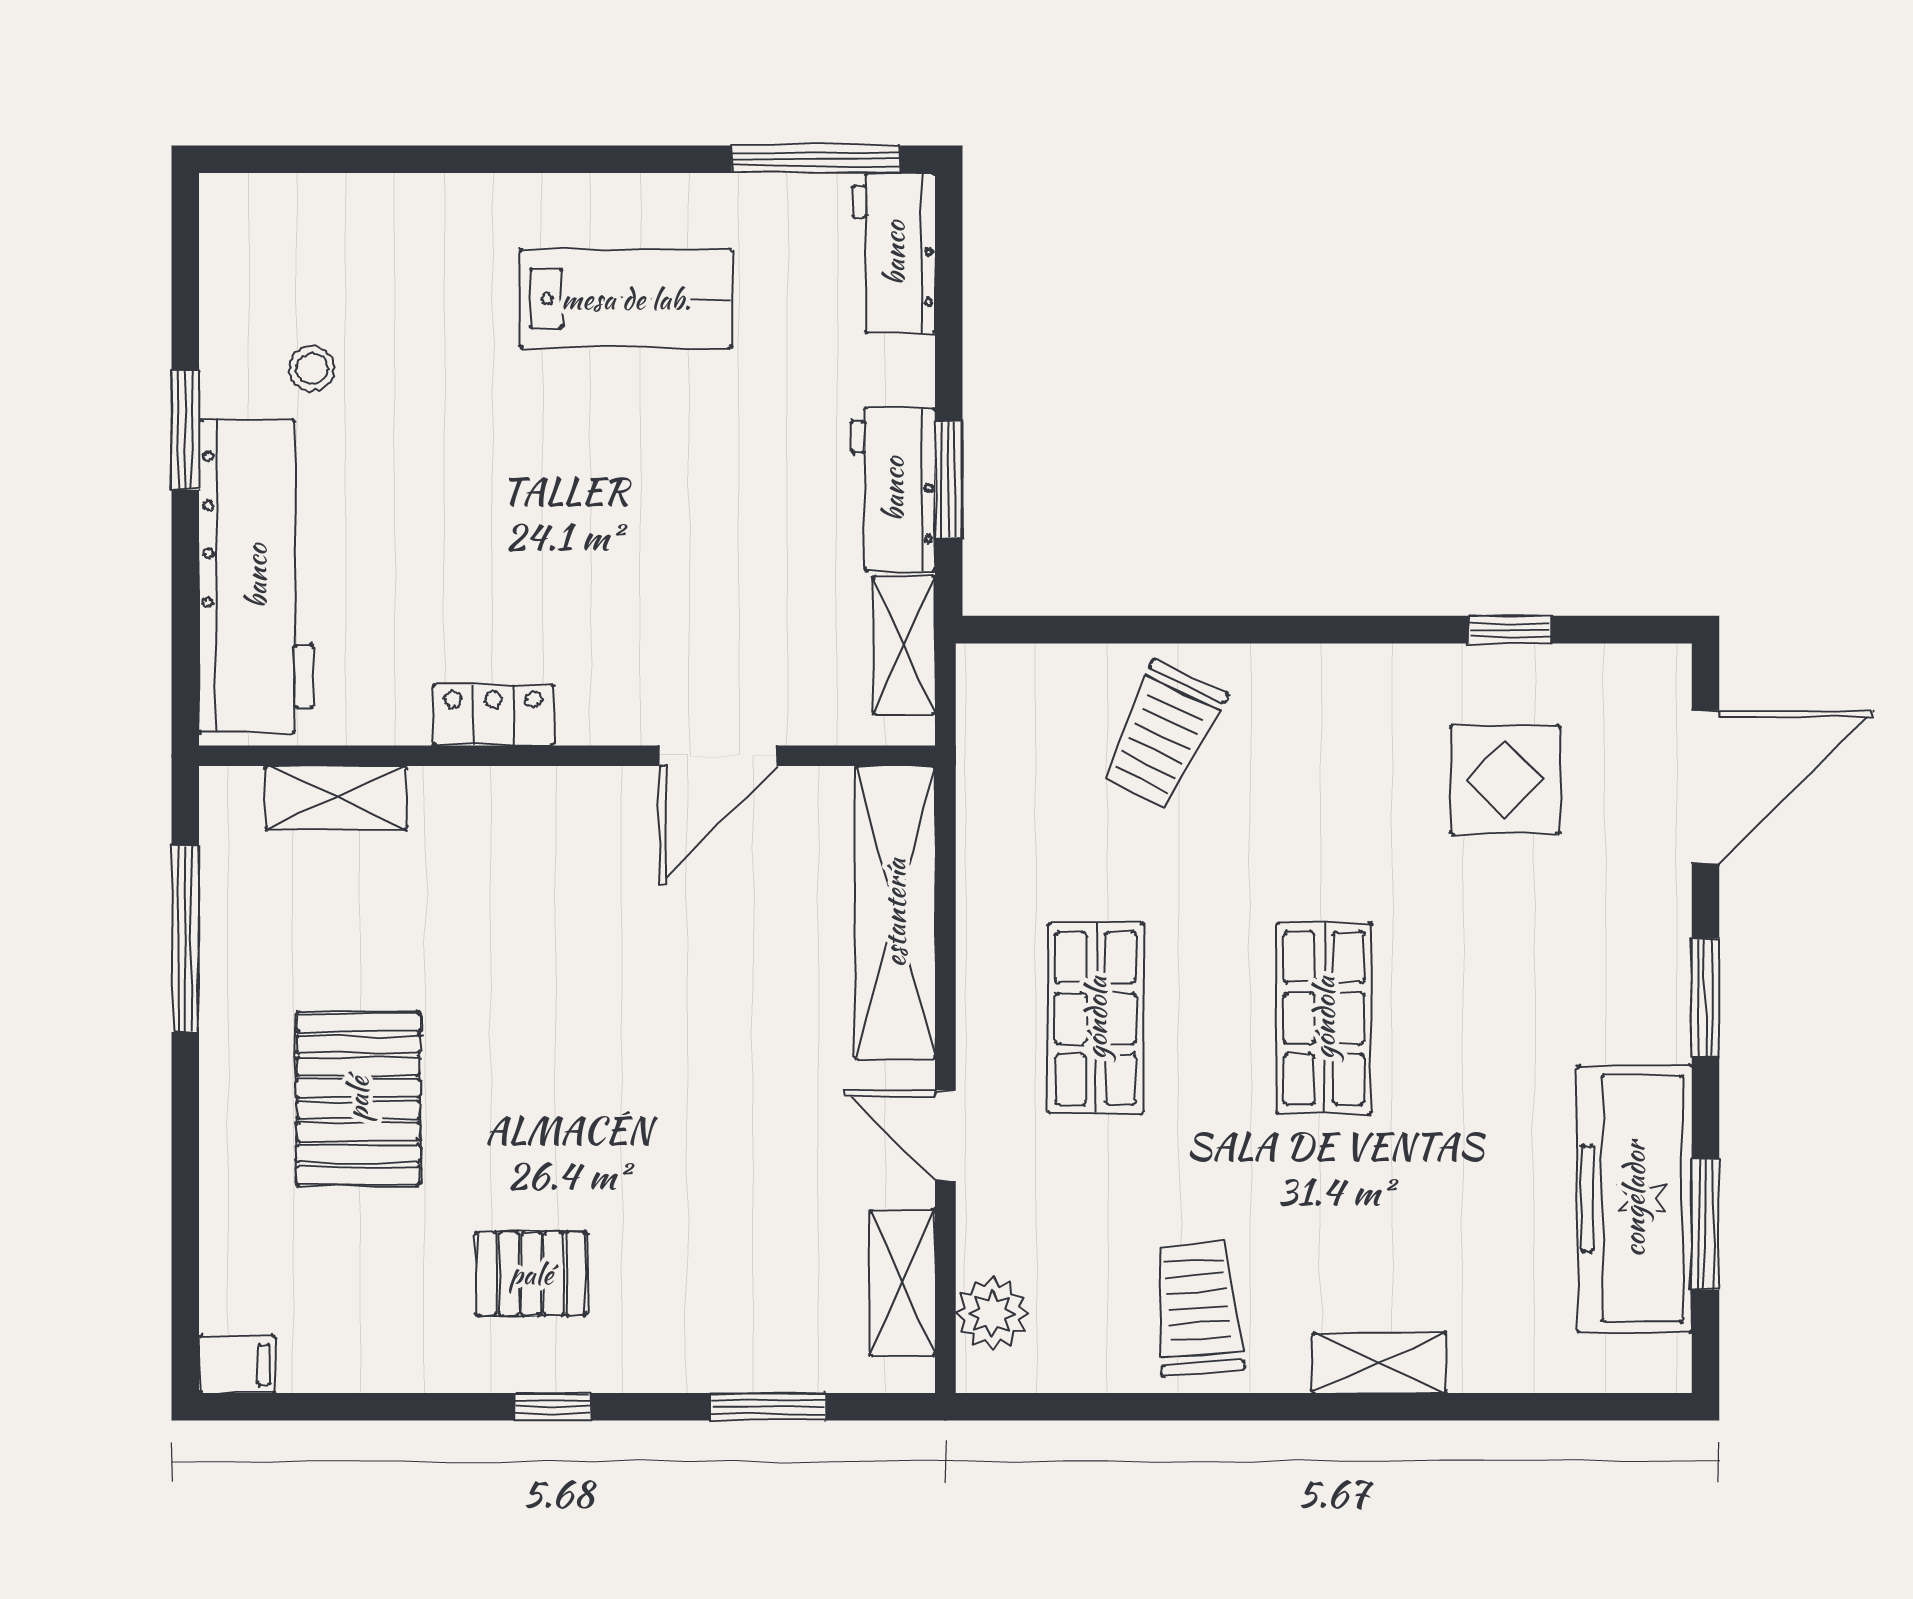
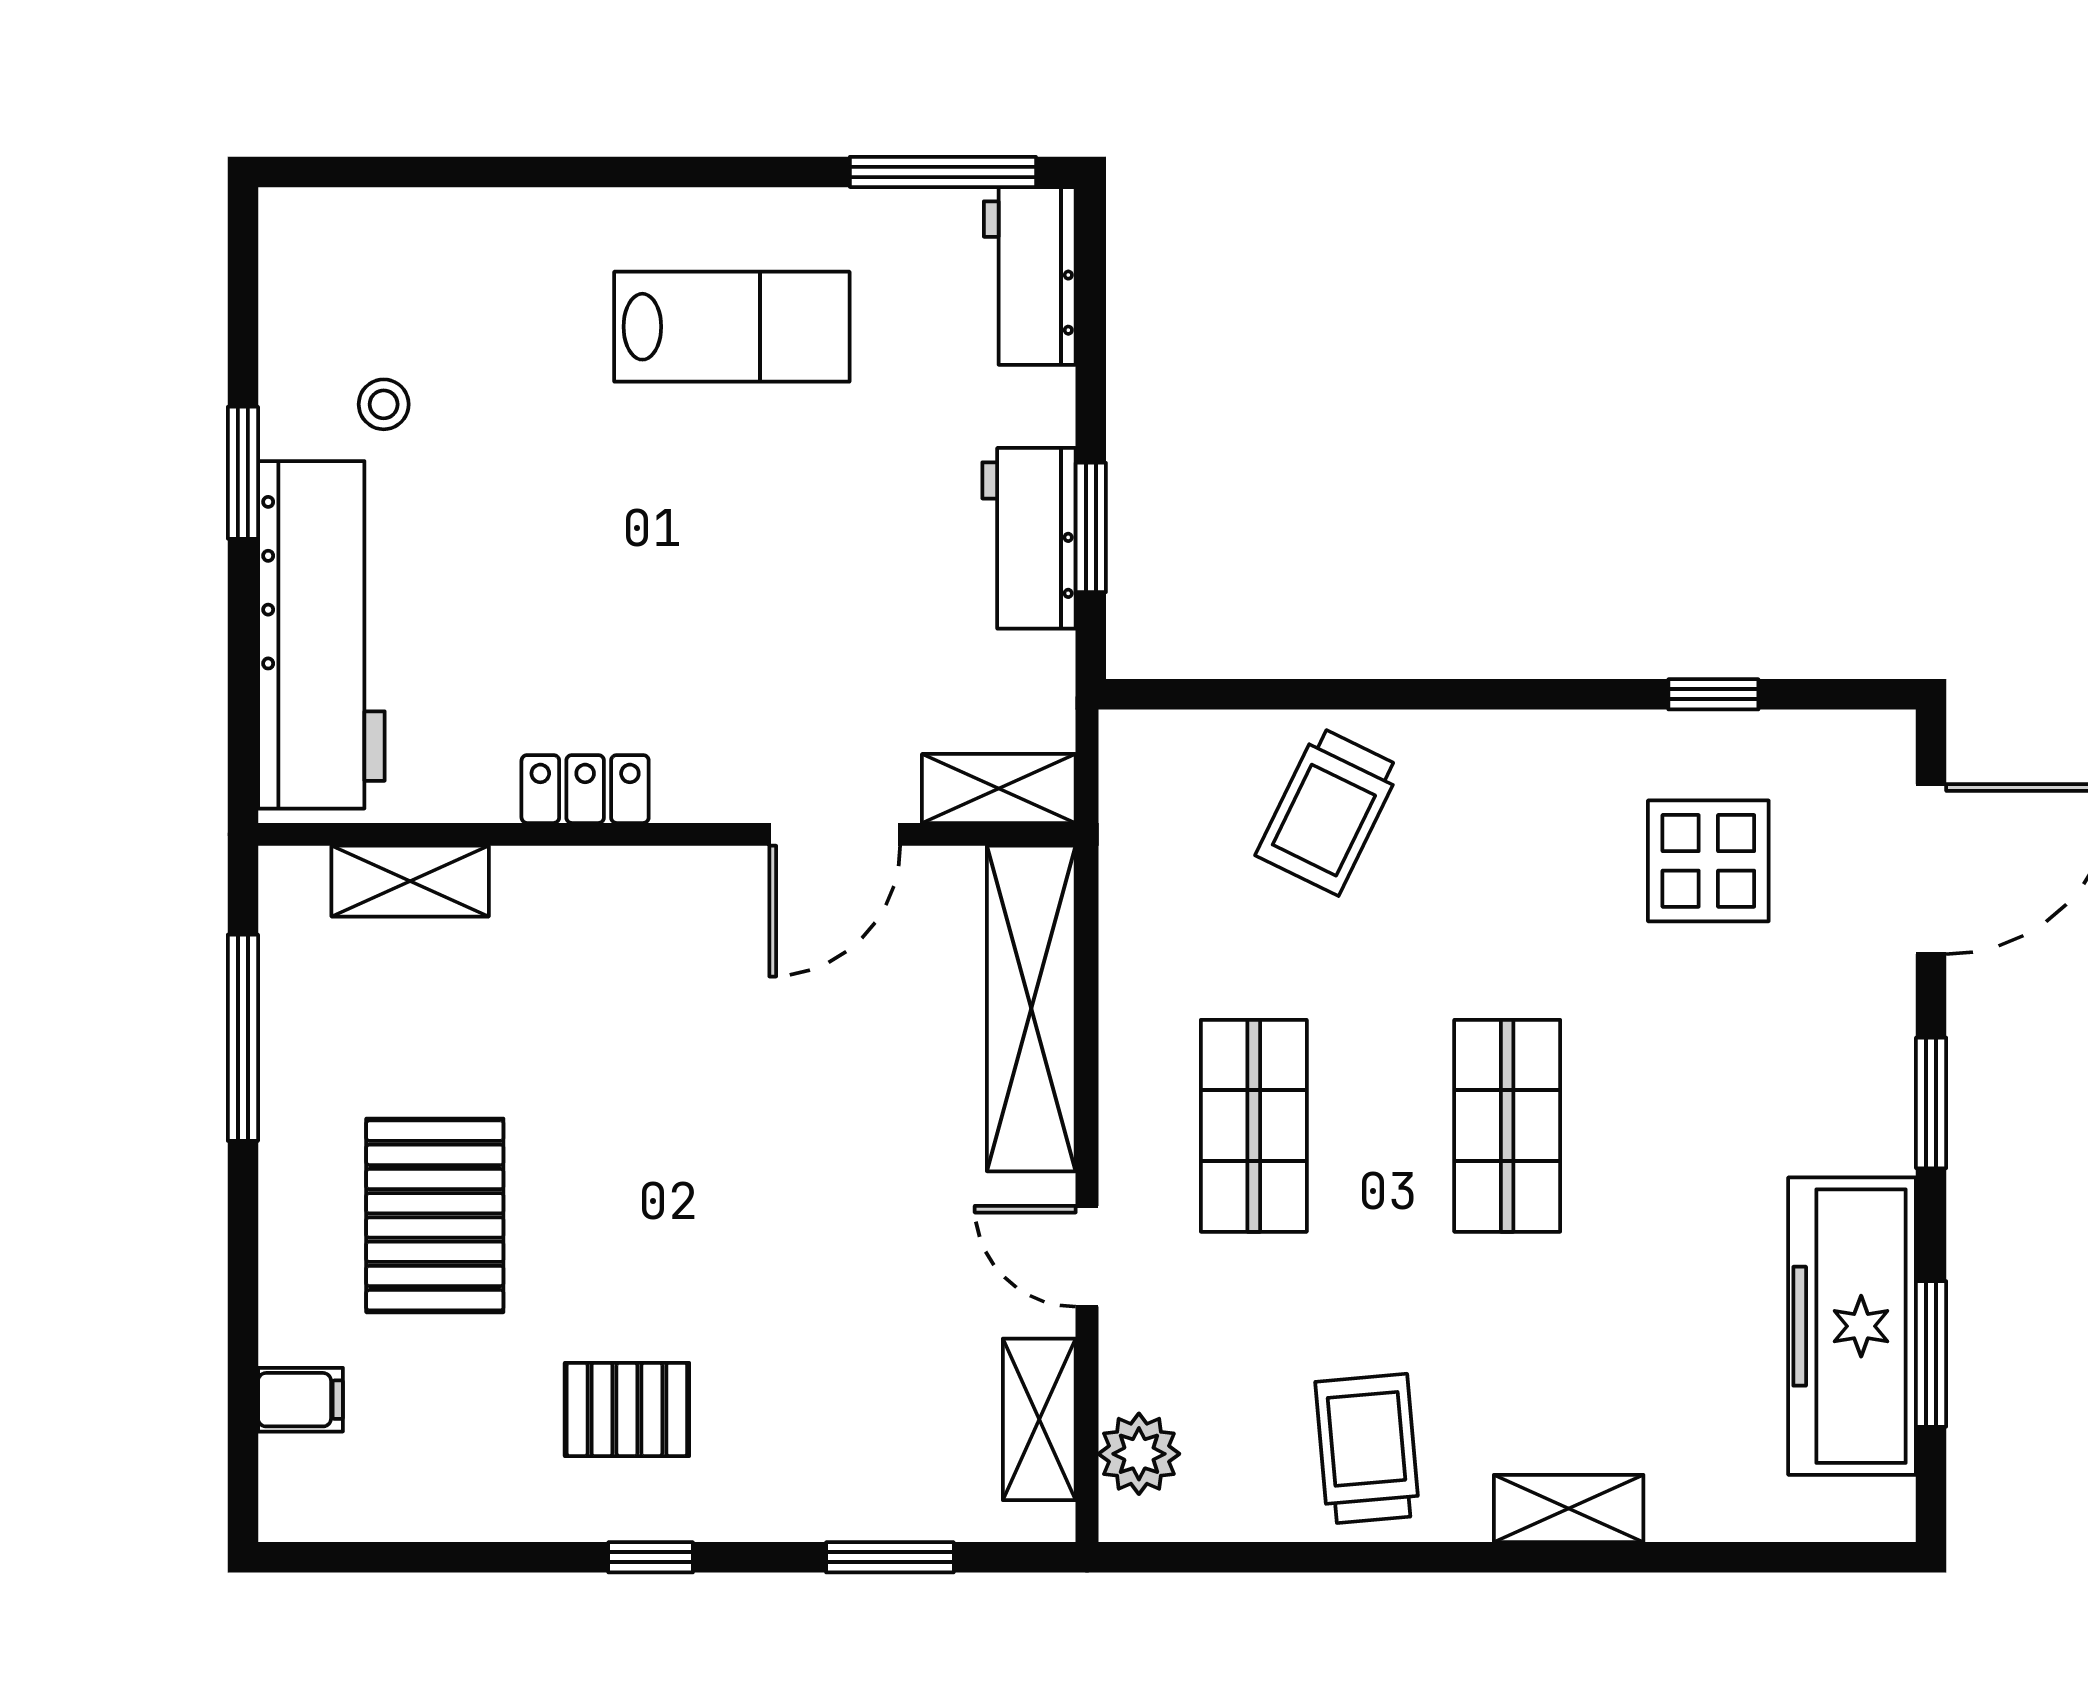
shelving: (904, 645) -> (999, 788), moved, turned 90
filing cabinet: (237, 1365) -> (300, 1400), moved

